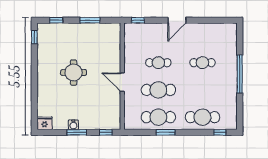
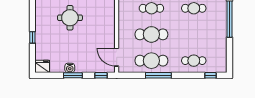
door: (122, 82) -> (117, 57), moved
window: (34, 93) -> (32, 37), added
cafe table: (202, 117) -> (194, 61), width x0.73, depth x0.74
window: (166, 132) -> (158, 75), width x1.44

